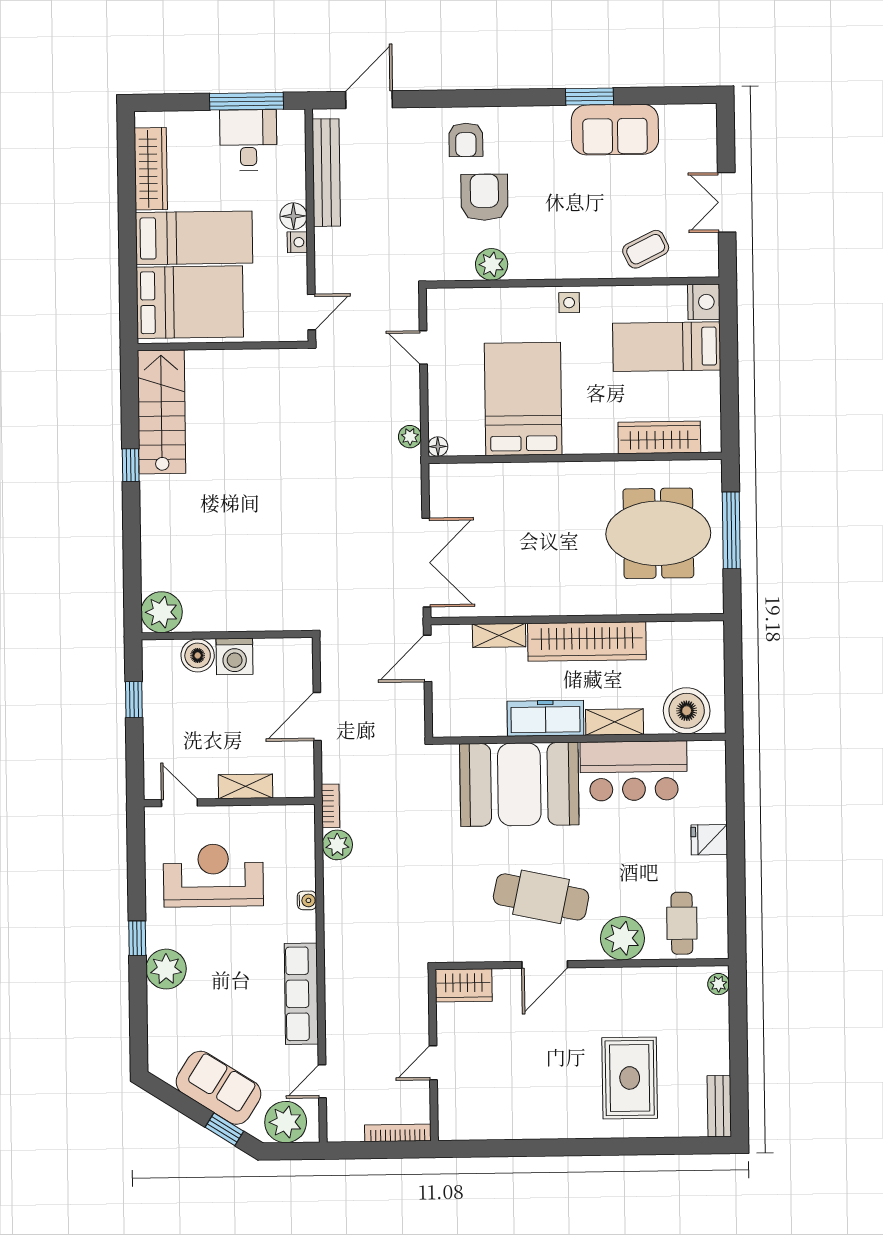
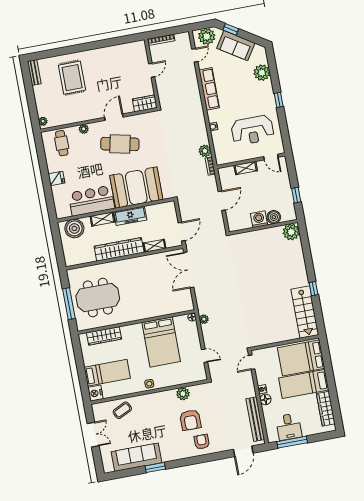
sofa: (615, 130) -> (137, 457), width x1.36
plant: (622, 938) -> (84, 129), width x0.53, depth x0.53
plant: (166, 969) -> (262, 73), moved

